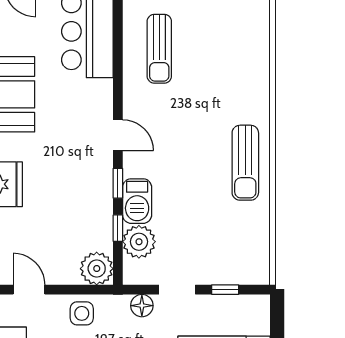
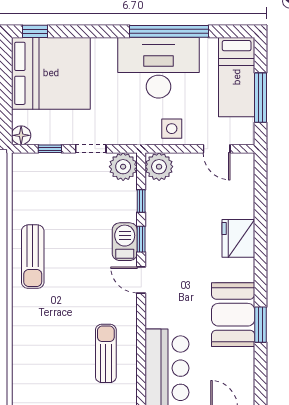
sun lounger: (245, 163) -> (33, 257), turned 180
barbecue: (137, 201) -> (125, 242), moved
plant: (139, 242) -> (123, 167), moved
floor lamp: (142, 306) -> (21, 135), moved

